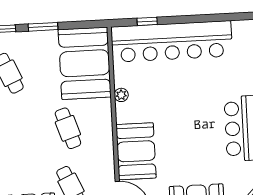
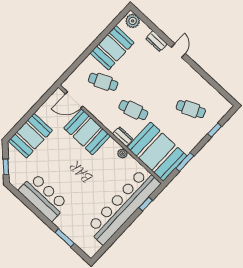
window: (43, 27) -> (185, 162), moved
dresser: (104, 112) -> (123, 137), added

